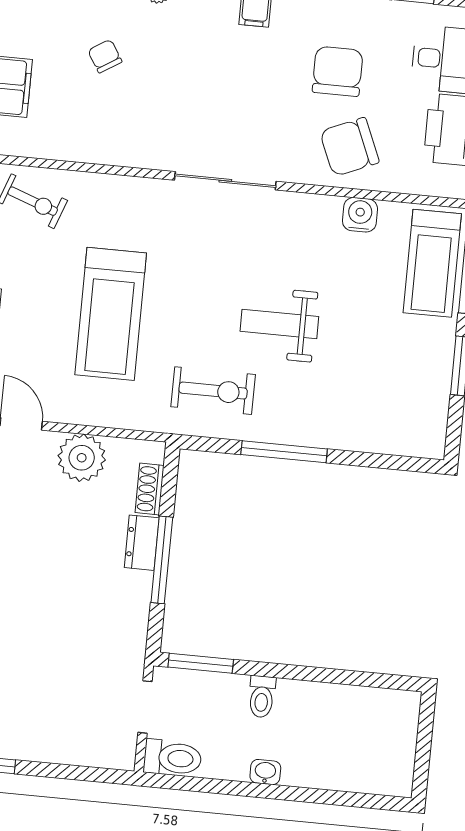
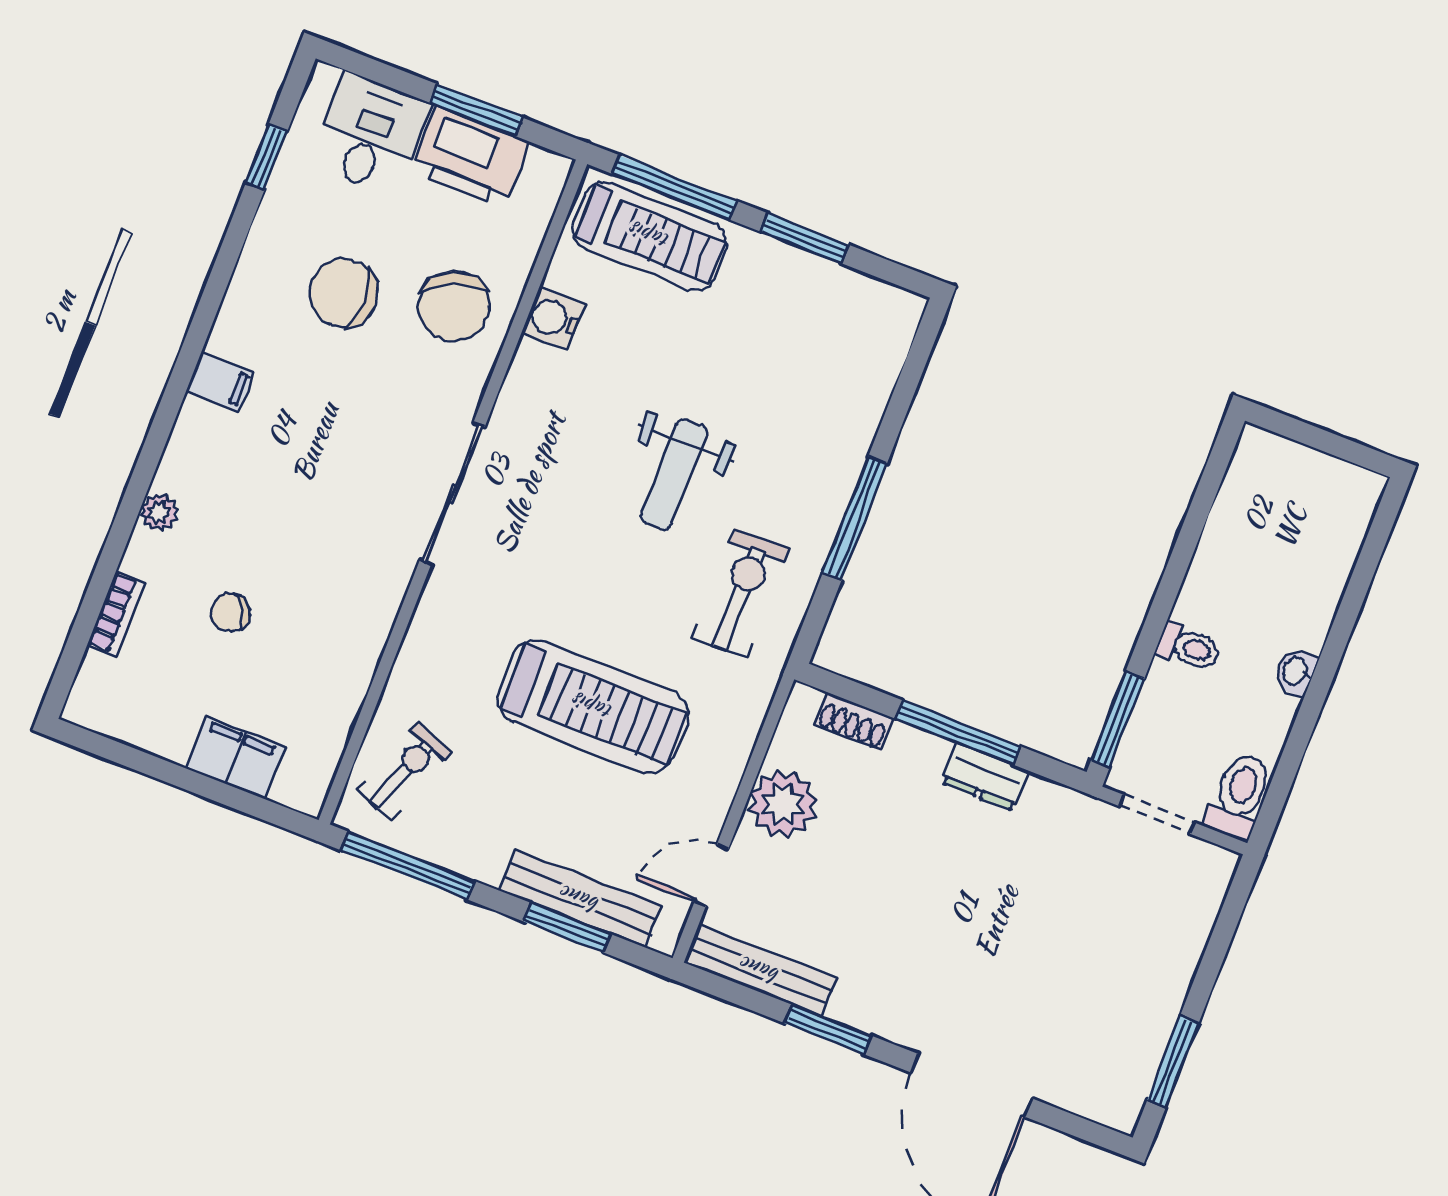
dresser: (142, 543) -> (985, 777), moved

